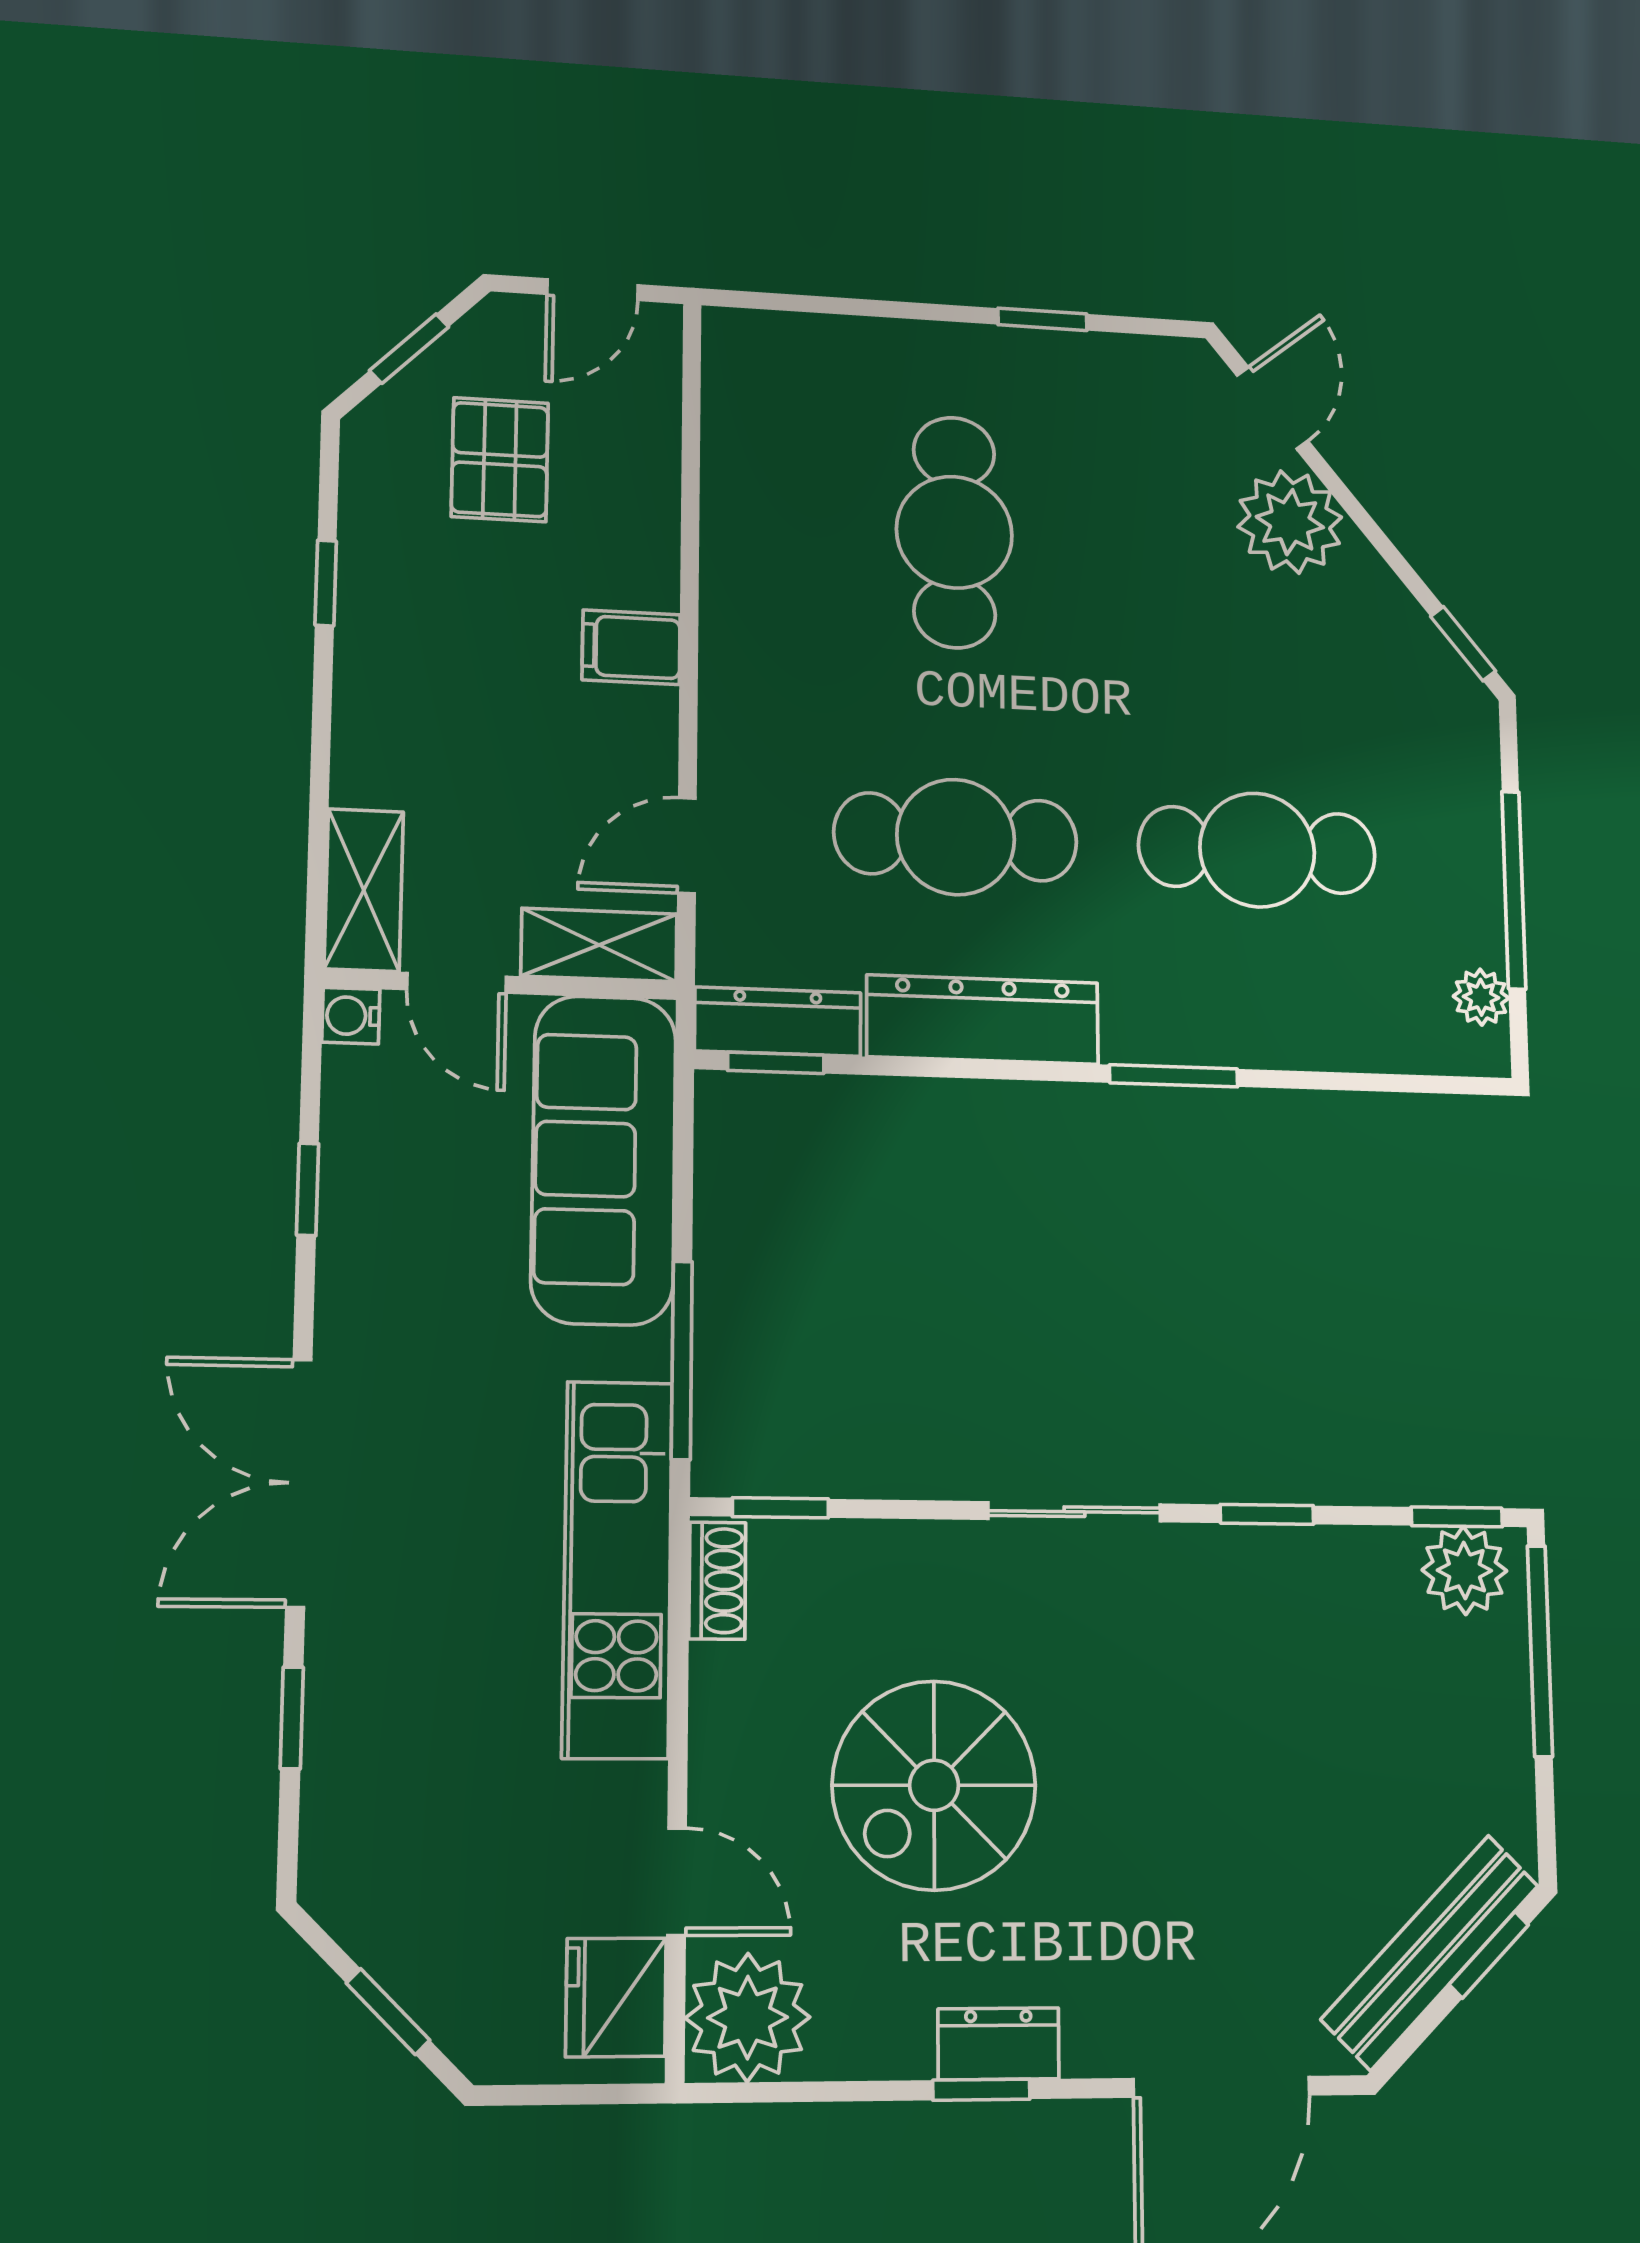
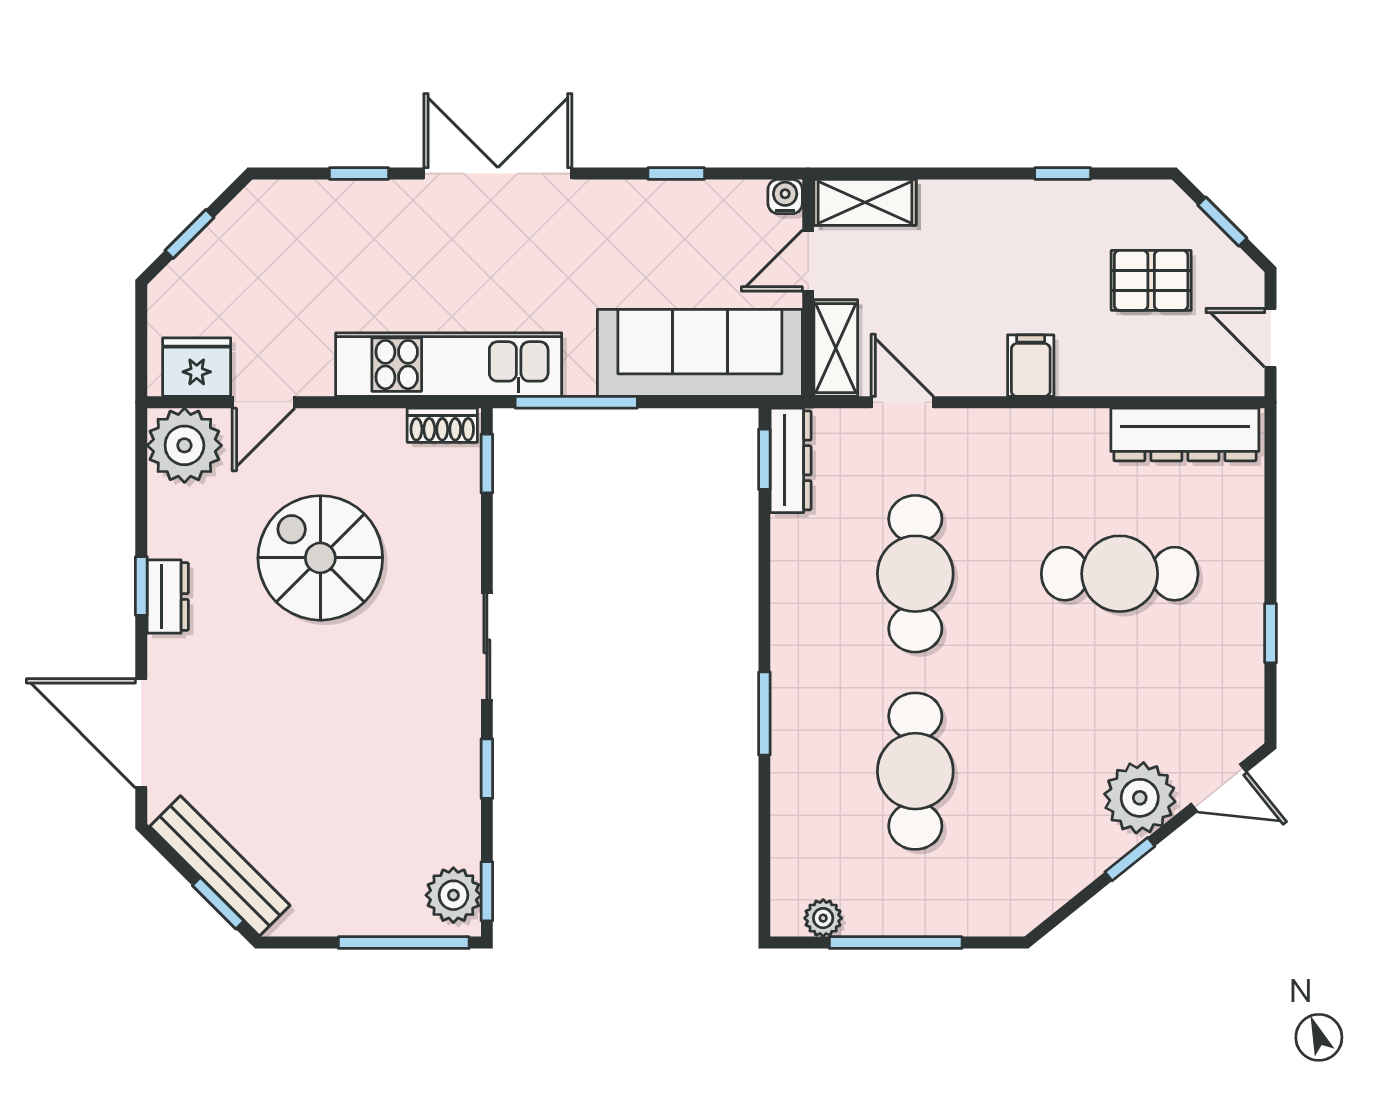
window: (1463, 644) -> (1130, 859), moved
dresser: (983, 1020) -> (1185, 435), moved, turned 90

